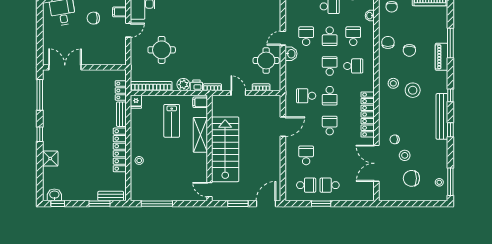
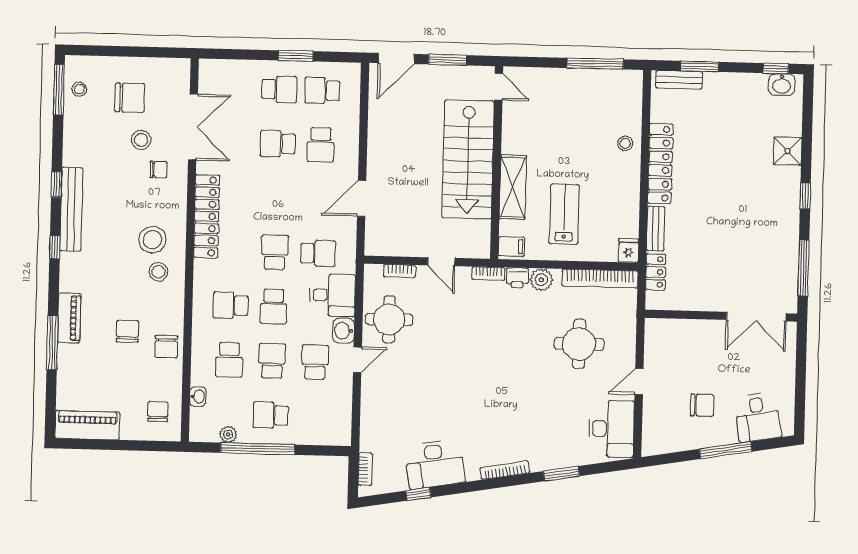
filing cabinet: (119, 12) -> (654, 415), removed
school desk: (306, 36) -> (315, 362), turned 180
desk: (298, 73) -> (332, 295), added
stool: (413, 90) -> (152, 240), moved
school desk: (330, 126) -> (278, 144), moved, turned 90

